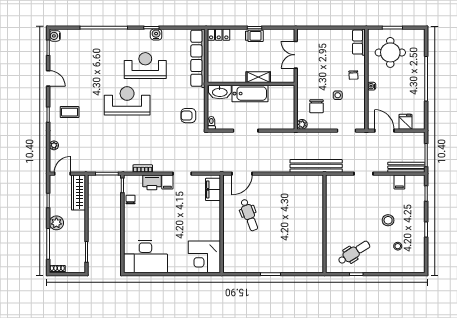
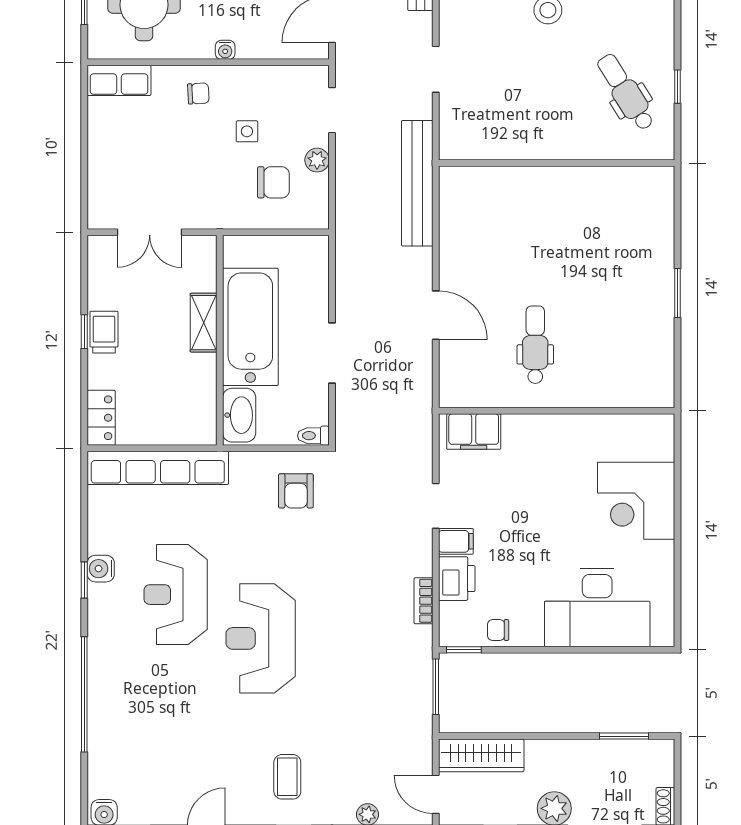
bathtub: (250, 94) -> (250, 327), width x1.36, depth x1.36
plant: (302, 124) -> (317, 160), moved
door: (242, 174) -> (436, 315), moved
dental chair: (249, 215) -> (535, 345), turned -70
desk: (145, 257) -> (597, 607), moved, turned 90
corner desk: (204, 257) -> (636, 501), moved, turned 90

